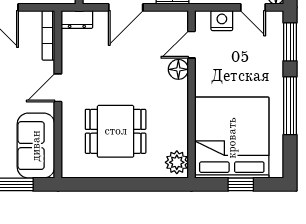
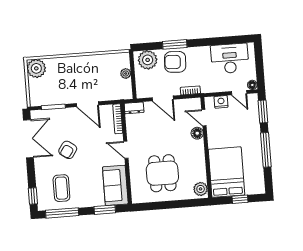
door: (126, 7) -> (163, 98), hinge flipped
door: (191, 45) -> (204, 118), hinge flipped
door: (58, 88) -> (126, 150), hinge flipped
dining table: (116, 131) -> (162, 173), turned 90
bed: (232, 138) -> (226, 172), width x0.73

